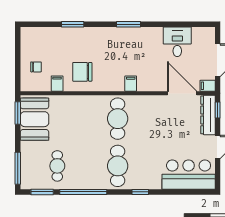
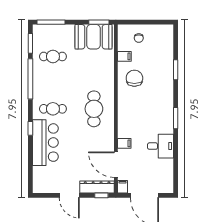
desk: (177, 42) -> (161, 146), moved
filing cabinet: (131, 84) -> (124, 143), moved
door: (182, 93) -> (116, 165), swing flipped
cafe table: (118, 119) -> (94, 109), turned 90
cafe table: (118, 166) -> (53, 109), width x0.73, depth x0.74
bar counter: (189, 175) -> (45, 143), moved

